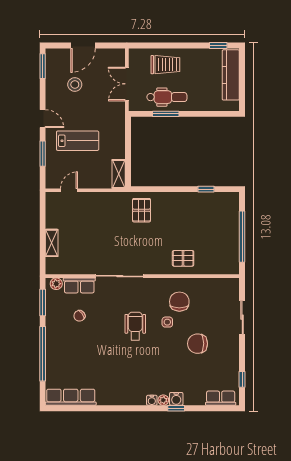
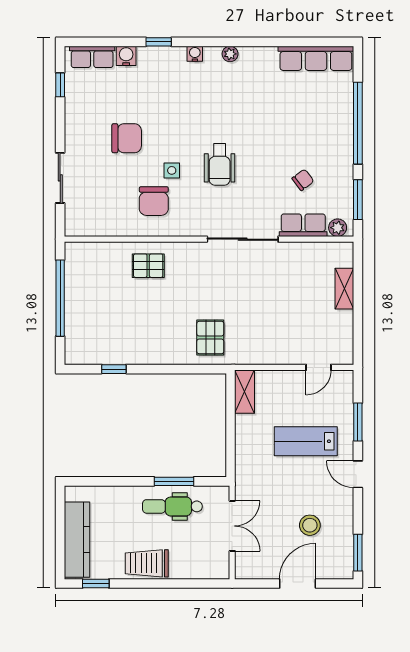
trolley: (165, 65) -> (147, 563), moved
water cooler: (176, 399) -> (126, 56), moved
plant: (163, 400) -> (230, 54), moved

